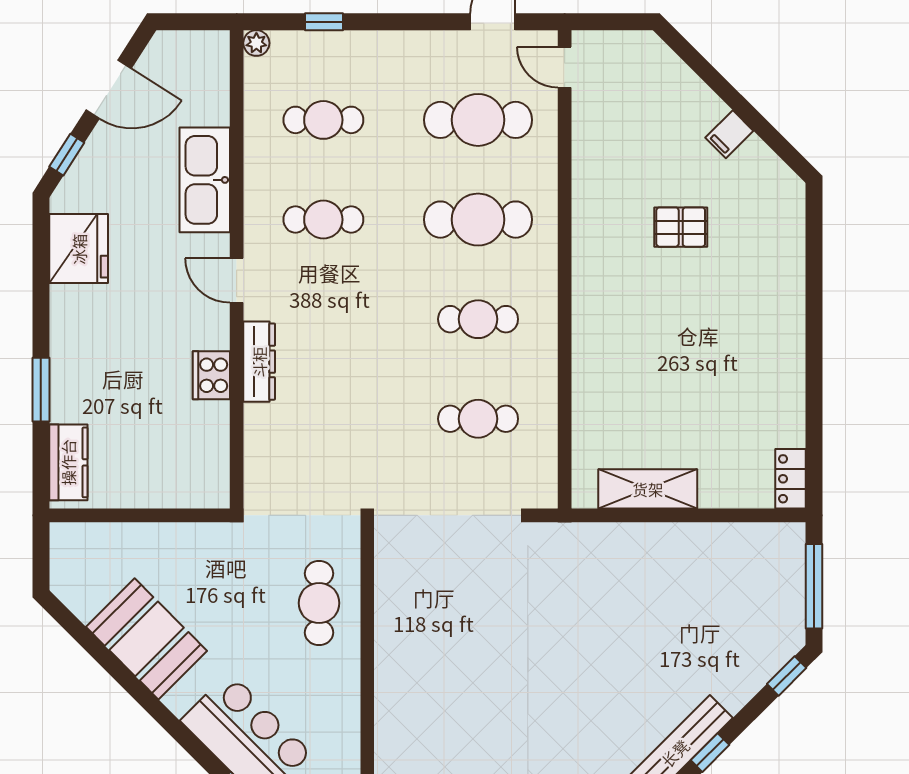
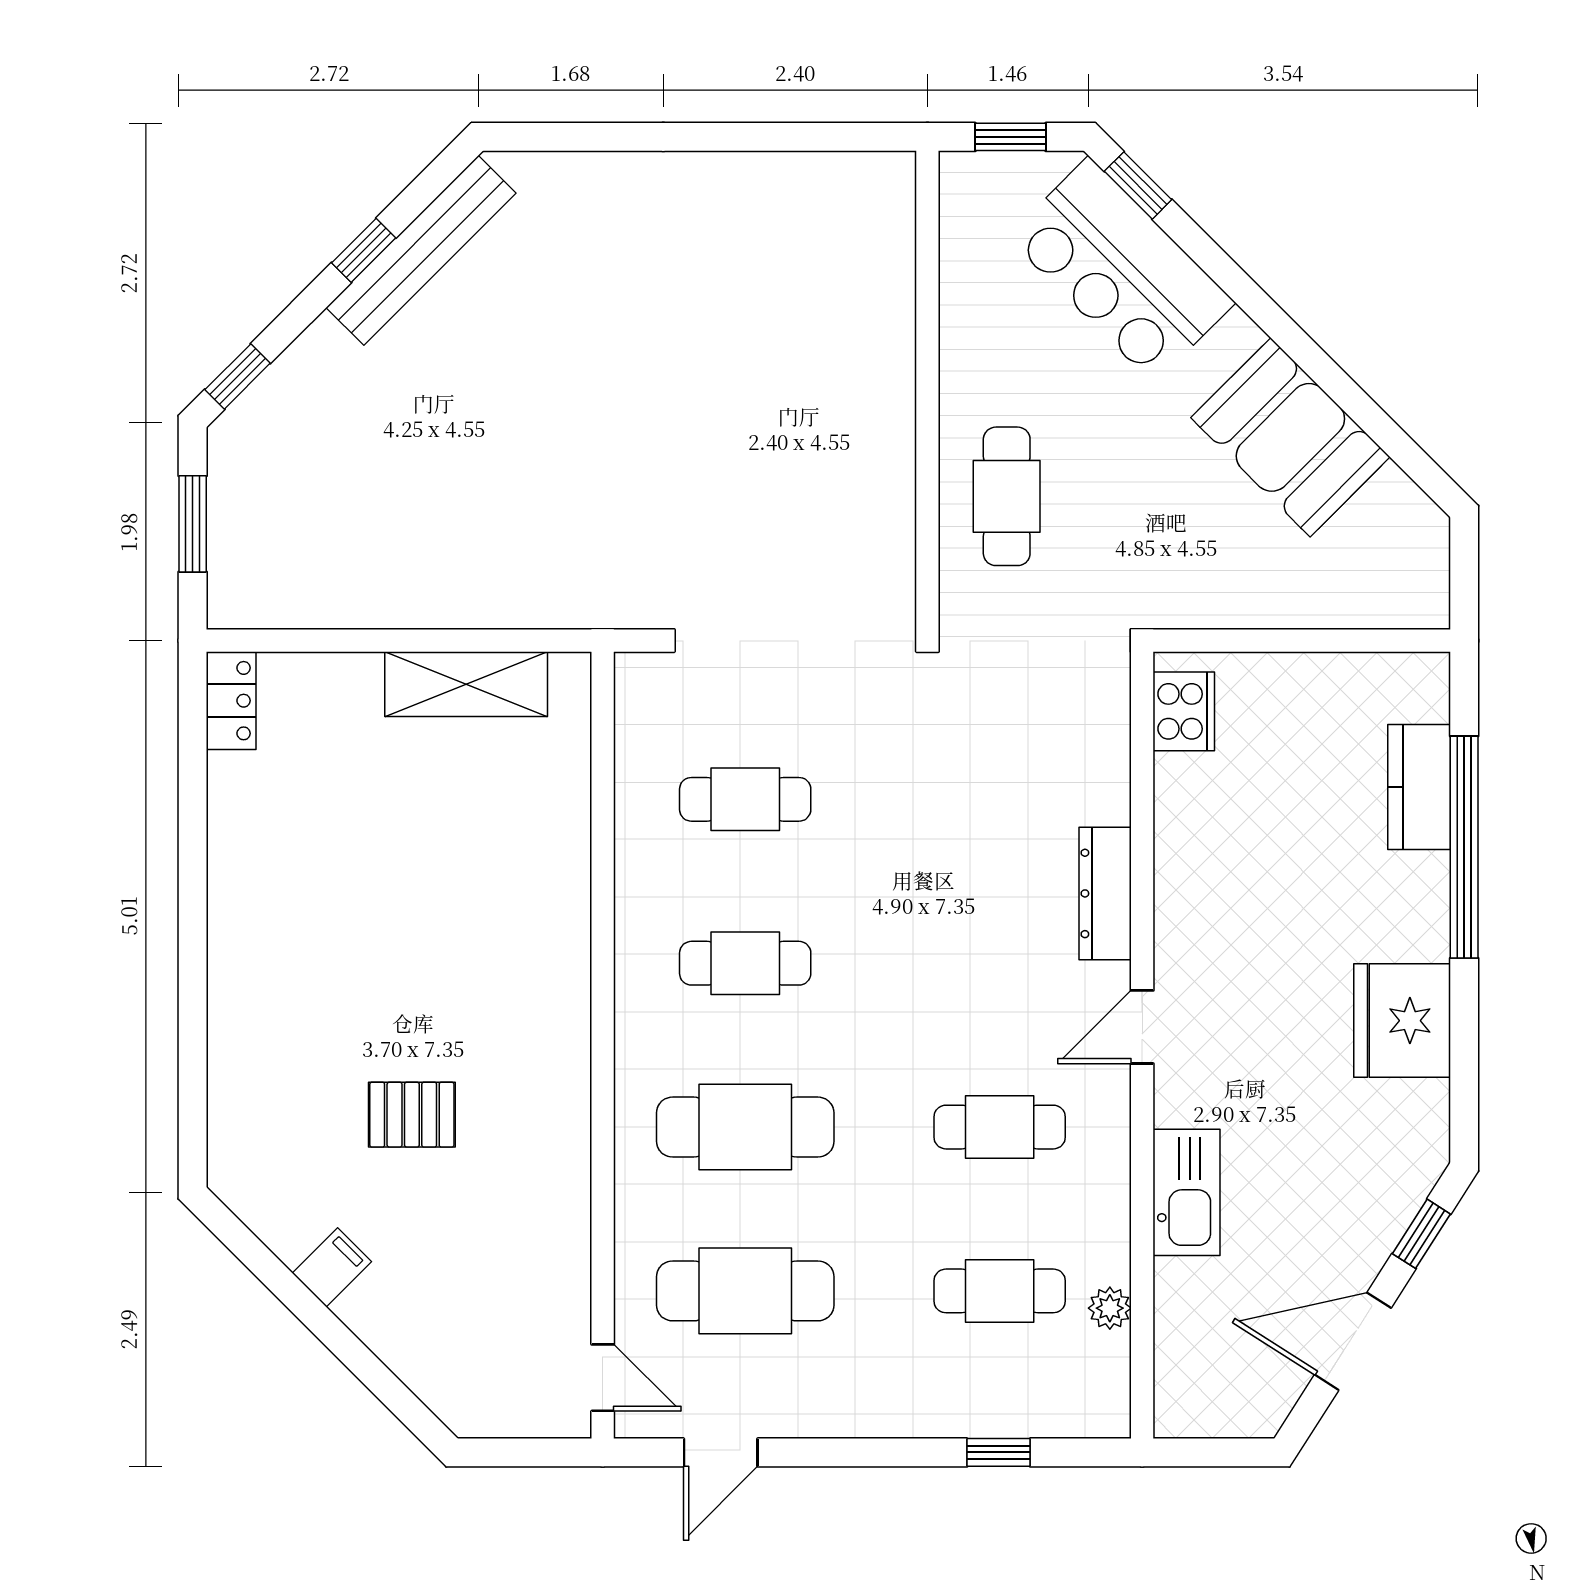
plant: (256, 43) -> (1110, 1308), moved
kitchen sink: (205, 180) -> (1186, 1192), width x0.73, depth x0.81
fridge: (79, 249) -> (1402, 1021), moved
door: (237, 280) -> (1142, 1027), swing flipped
cooker: (211, 375) -> (1184, 711), moved
window: (41, 390) -> (1464, 847), width x2.11
kitchen counter: (68, 462) -> (1419, 787), moved
window: (814, 586) -> (193, 524), width x0.69

